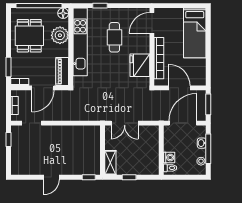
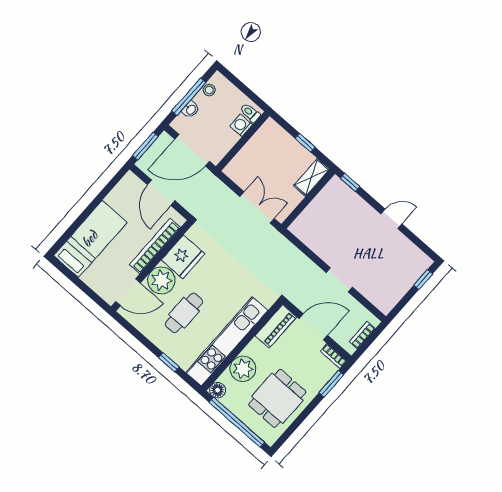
plant: (140, 44) -> (161, 280), added
doorway: (32, 123) -> (339, 280), moved
window: (8, 140) -> (423, 280), moved

